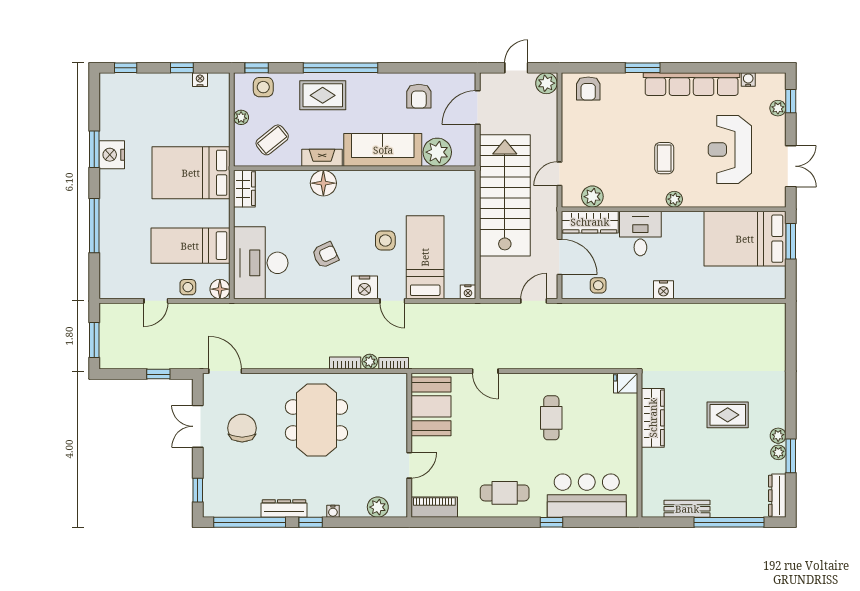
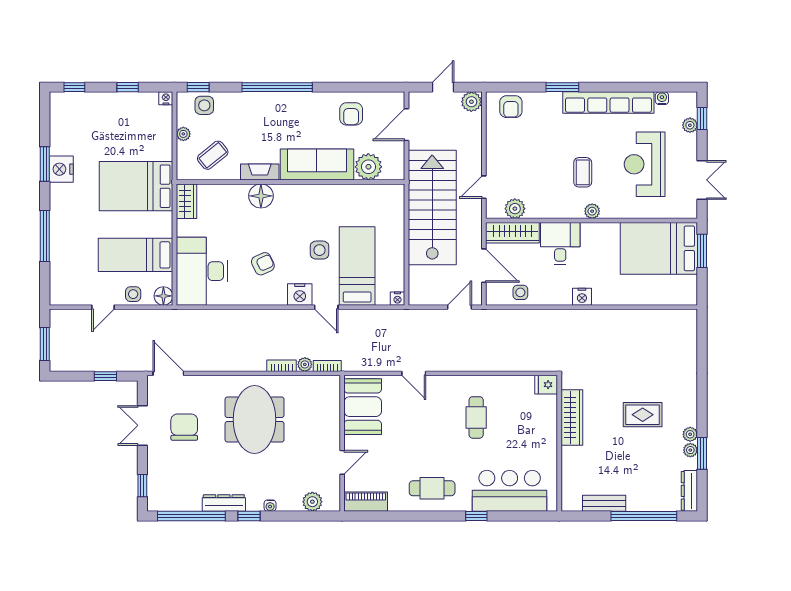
nightstand: (200, 80) -> (166, 98), moved
rug: (323, 95) -> (260, 113), removed

